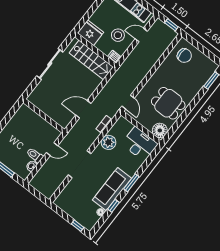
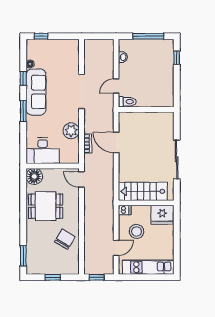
window: (202, 49) -> (53, 277), added
chair: (184, 56) -> (65, 239), moved, turned 121
door: (83, 109) -> (116, 143), swing flipped
toilet: (35, 155) -> (127, 102), moved

